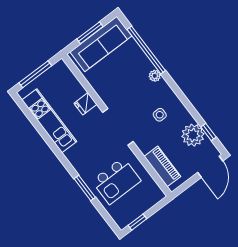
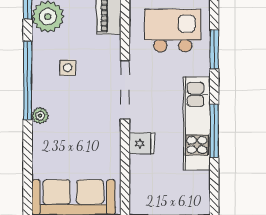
window: (146, 50) -> (28, 80), moved
kitchen unit: (49, 121) -> (197, 123), moved
window: (50, 142) -> (214, 131), added

